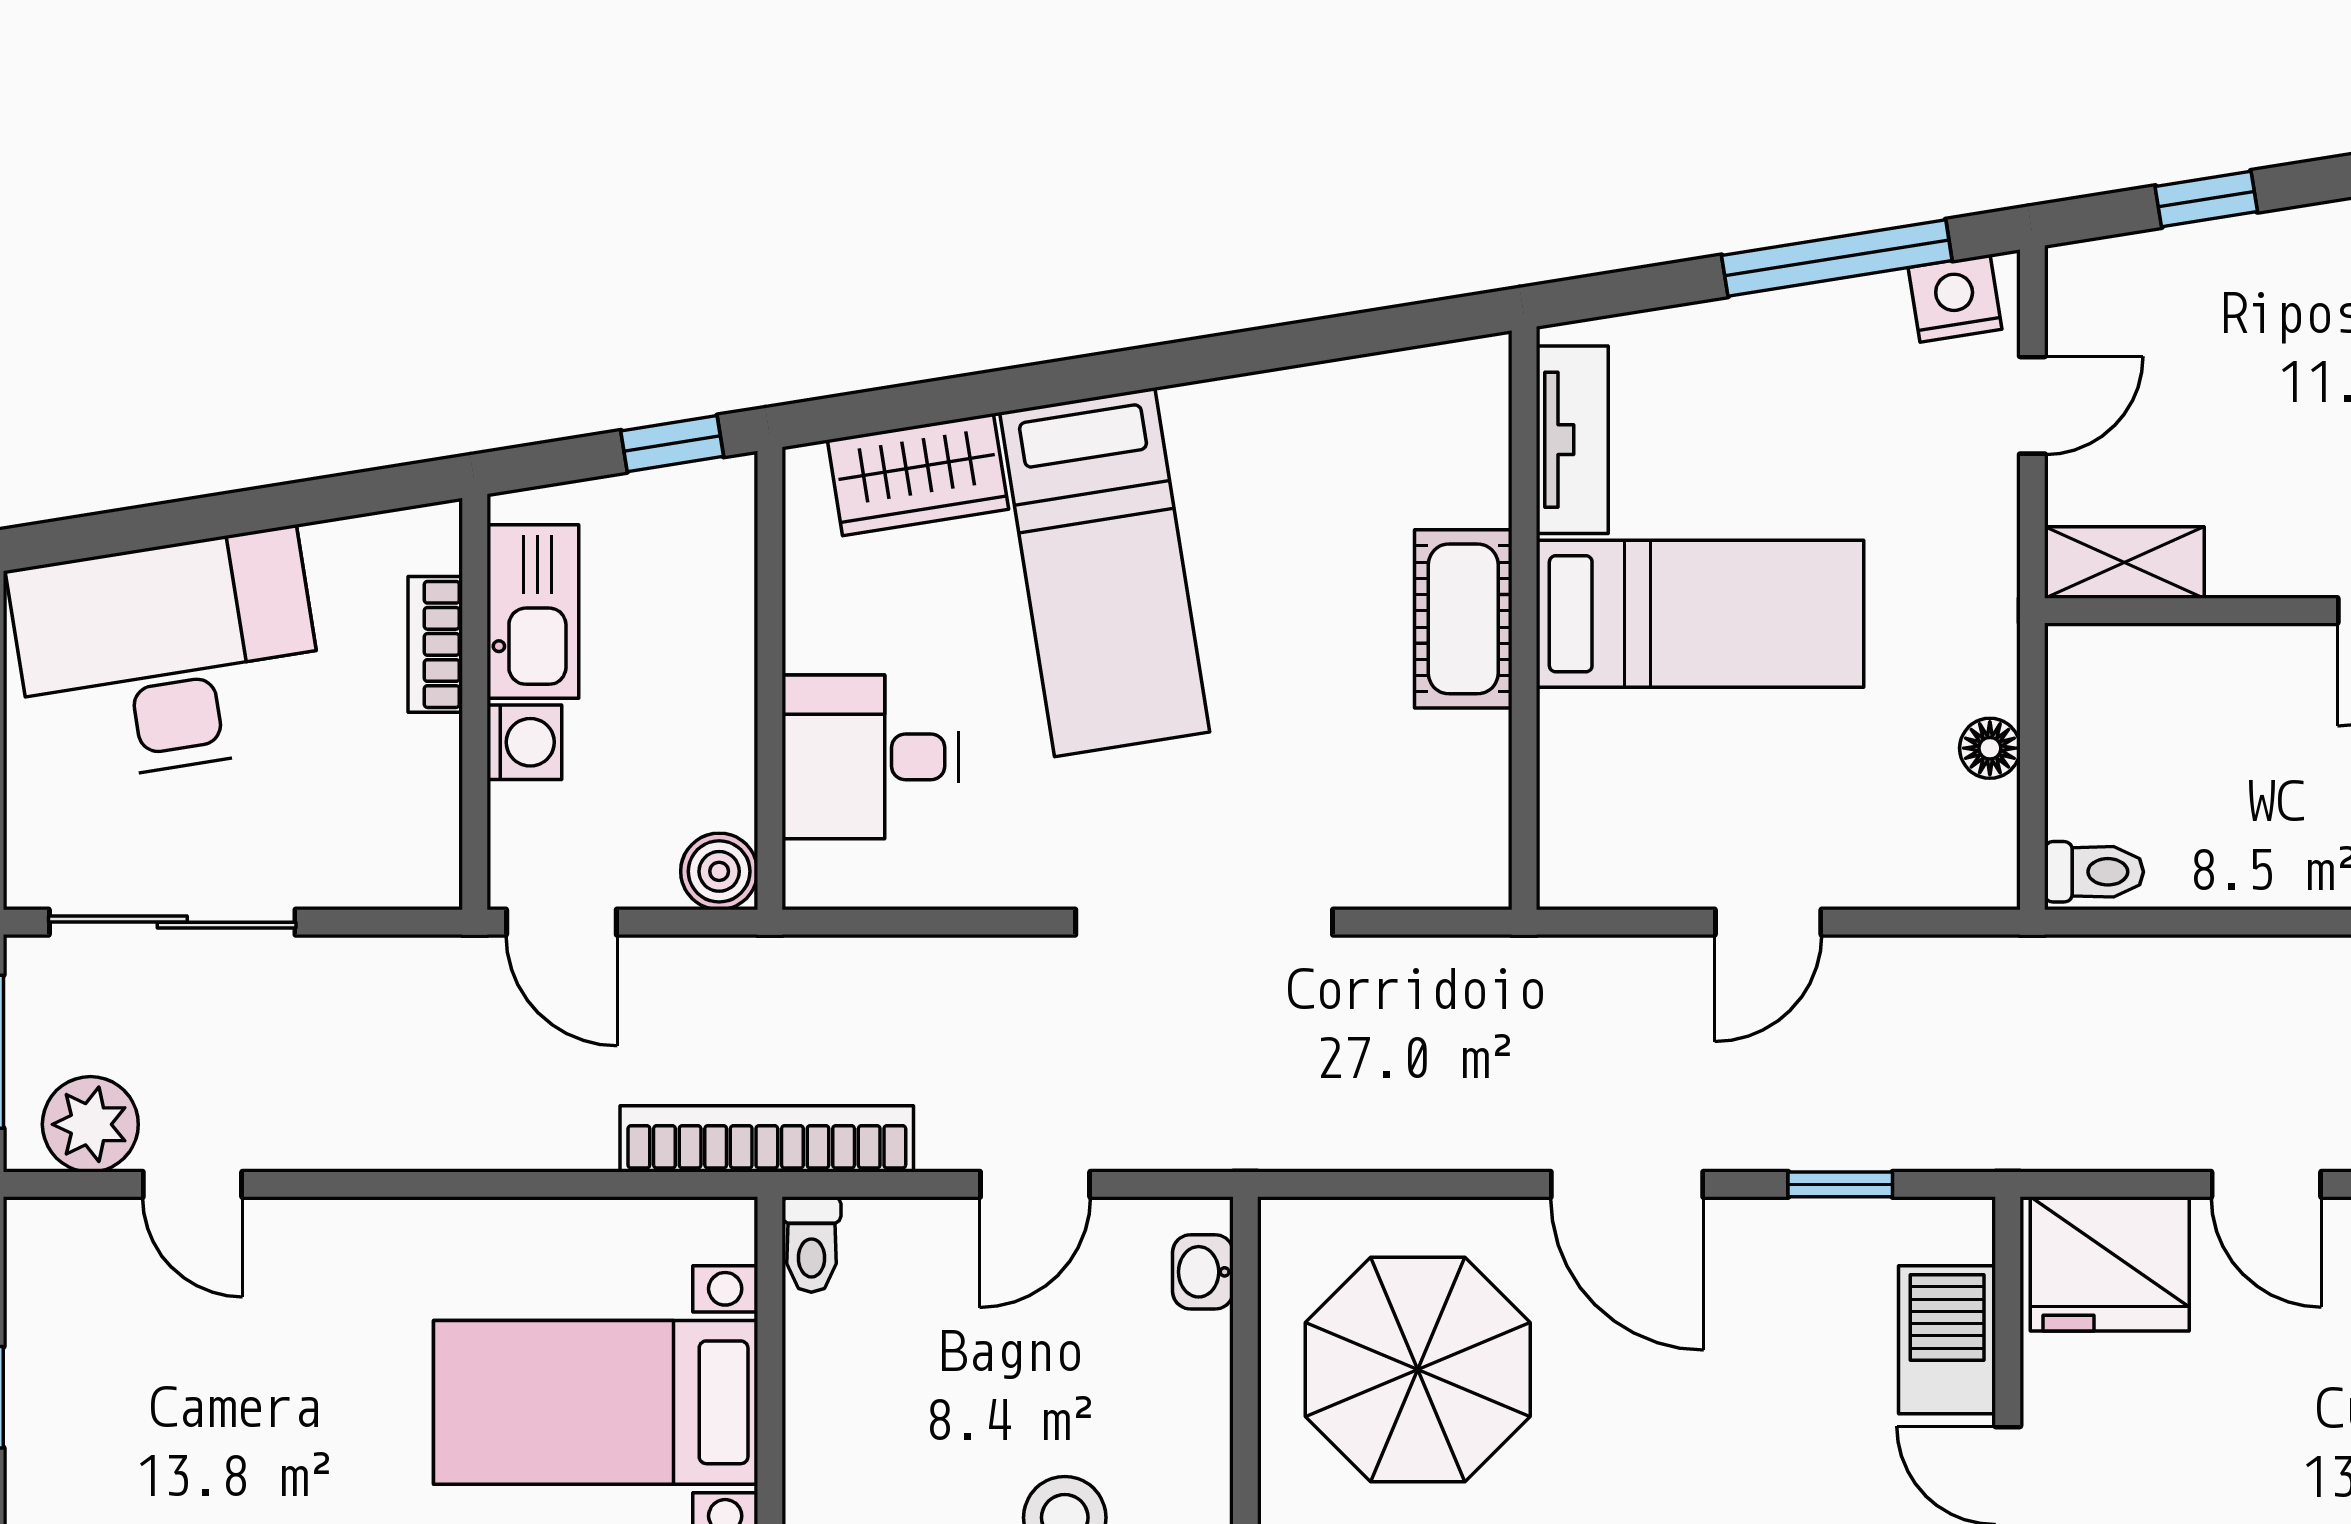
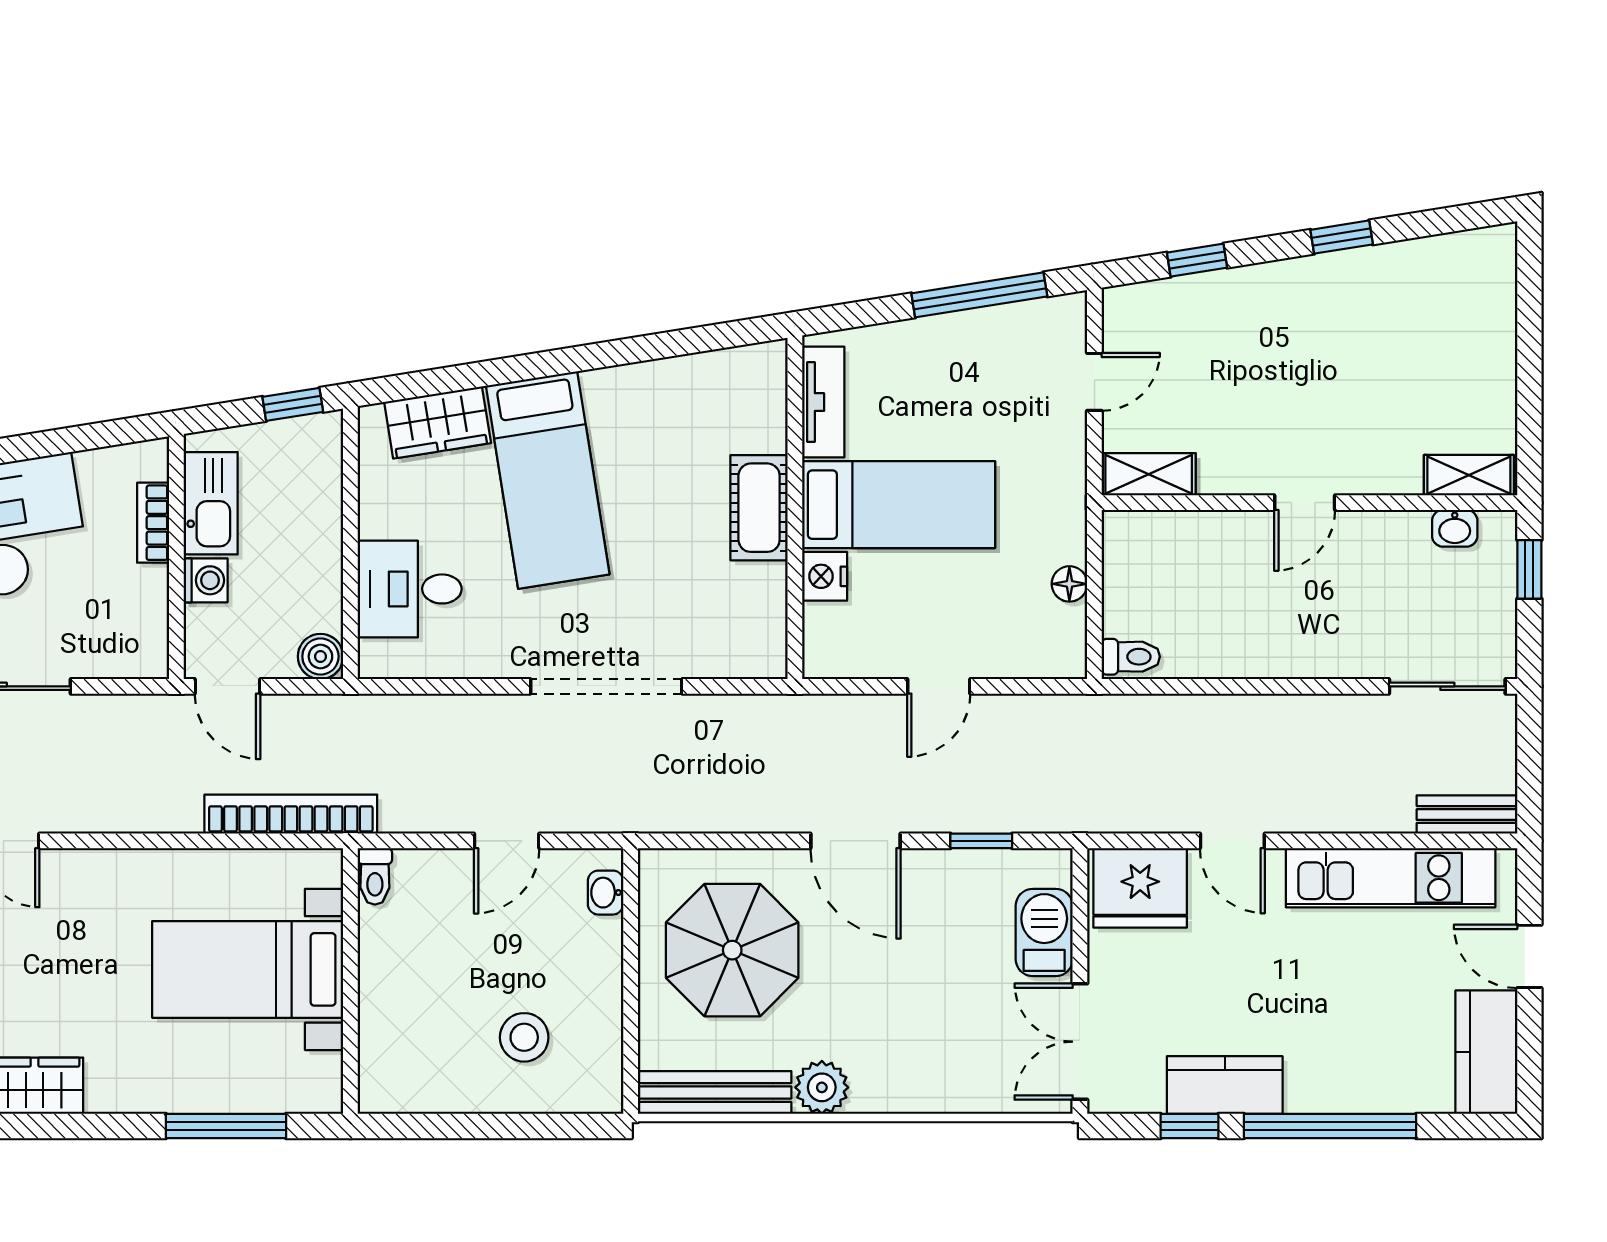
nightstand: (1955, 298) -> (825, 576), moved, turned -81
bookcase: (767, 1139) -> (291, 814), moved

